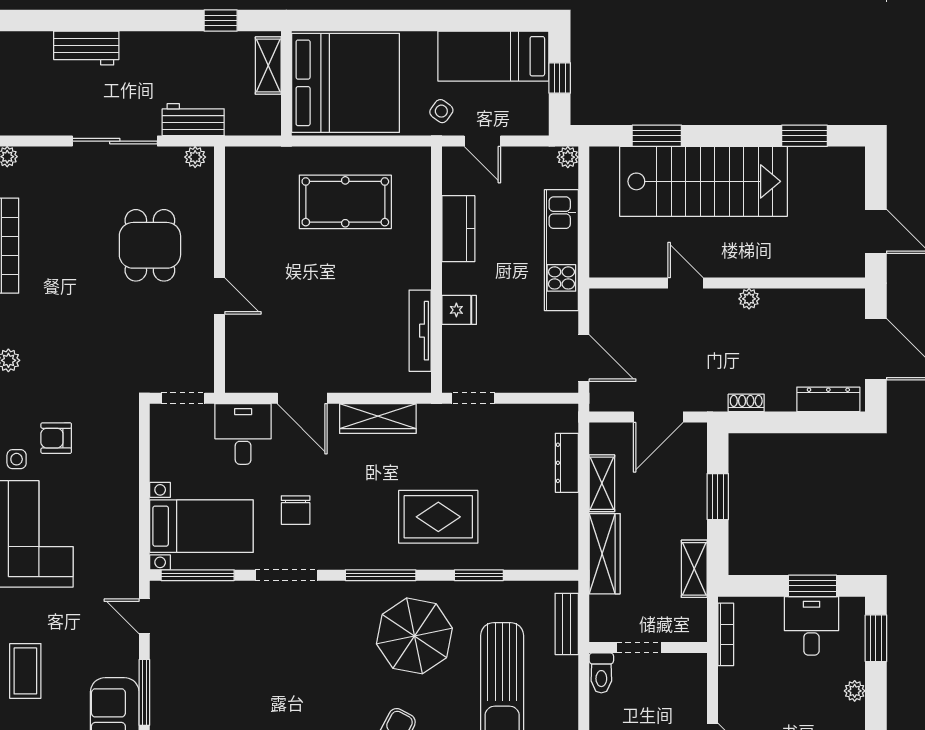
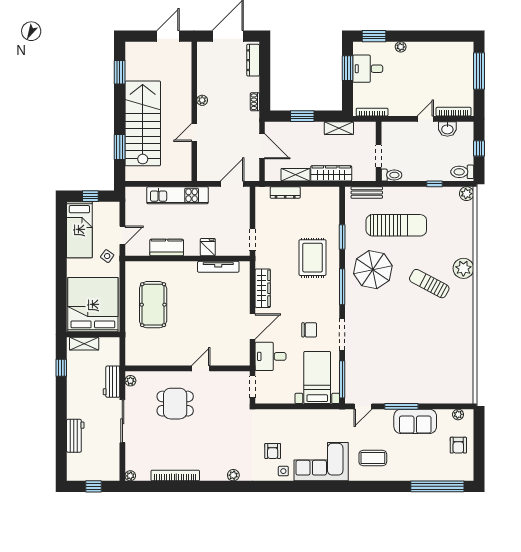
plant: (568, 157) -> (130, 192), removed
coffee table: (25, 671) -> (373, 458), moved

